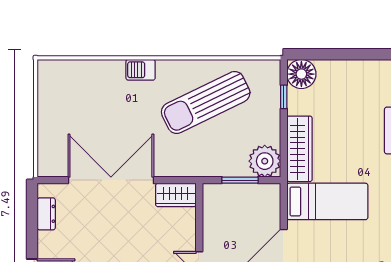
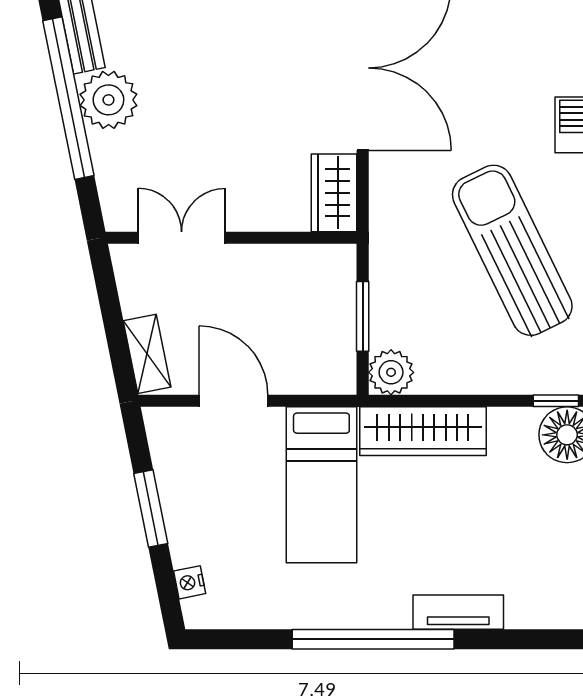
window: (284, 97) -> (556, 401), moved
plant: (265, 161) -> (391, 372), width x0.73, depth x0.73

